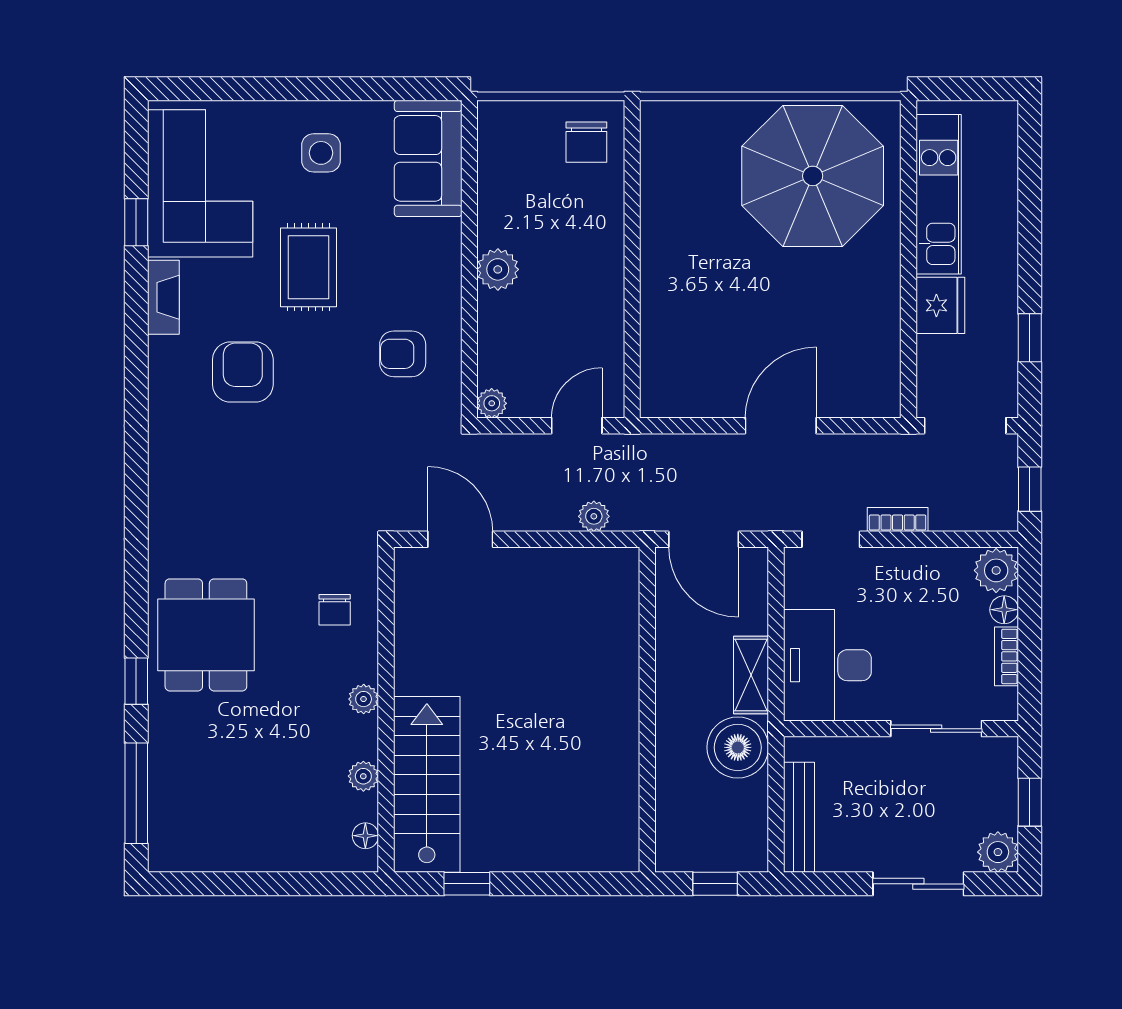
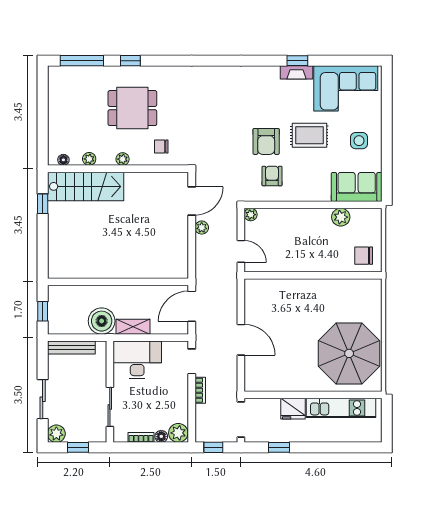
window: (136, 222) -> (297, 61), moved
plant: (498, 269) -> (341, 217), moved
armchair: (243, 372) -> (266, 141), moved, turned 90
plant: (594, 516) -> (202, 228), moved
dining table: (206, 635) -> (132, 108), moved

